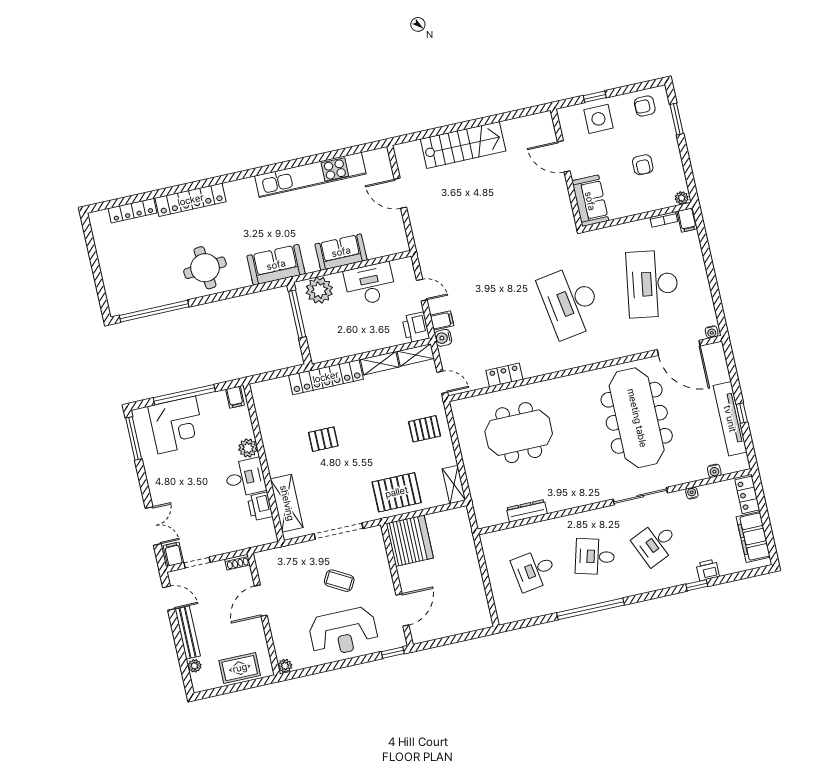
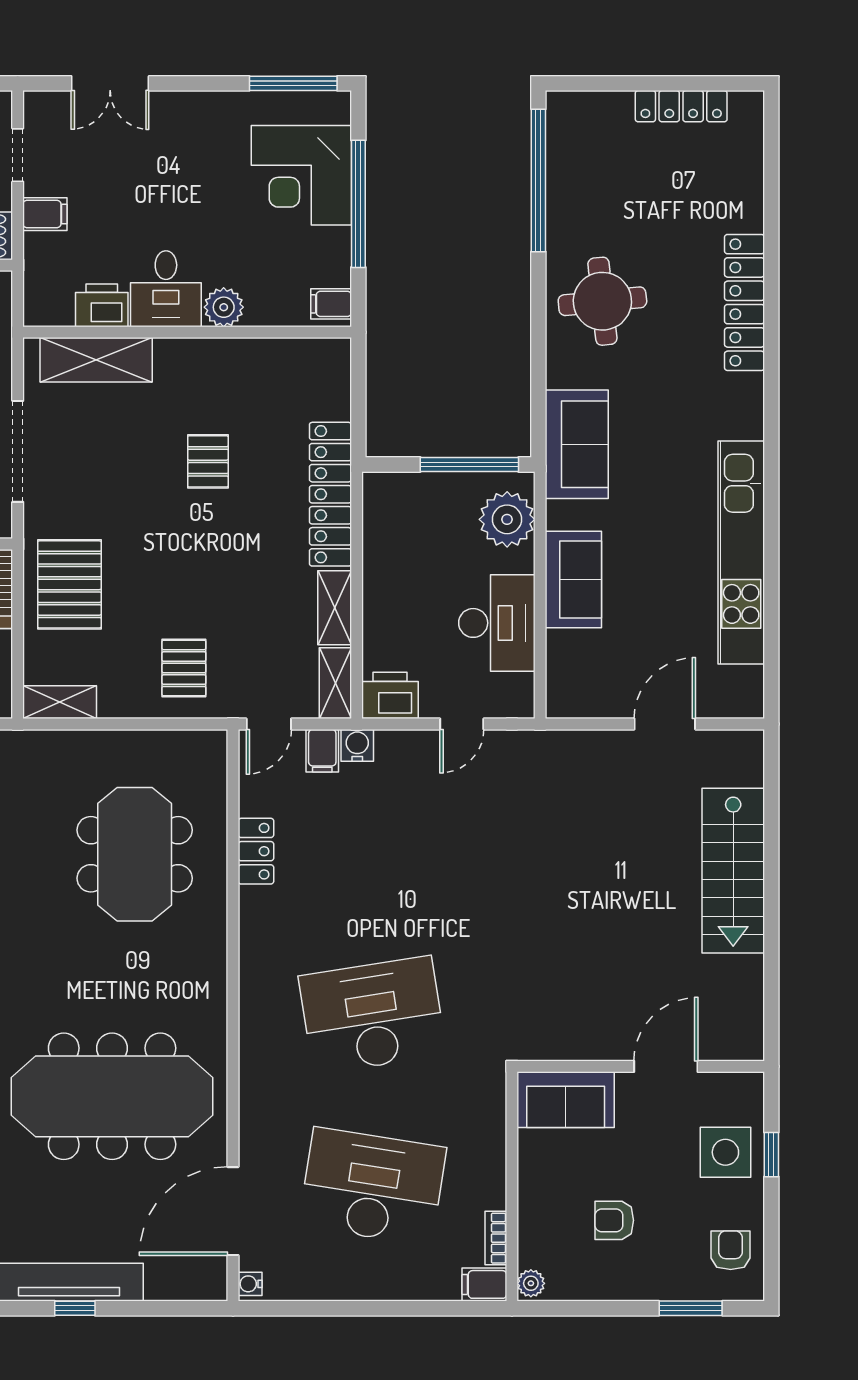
locker: (133, 211) -> (681, 106), moved, turned -90
filing cabinet: (442, 321) -> (322, 751), moved
filing cabinet: (173, 554) -> (45, 214), moved

